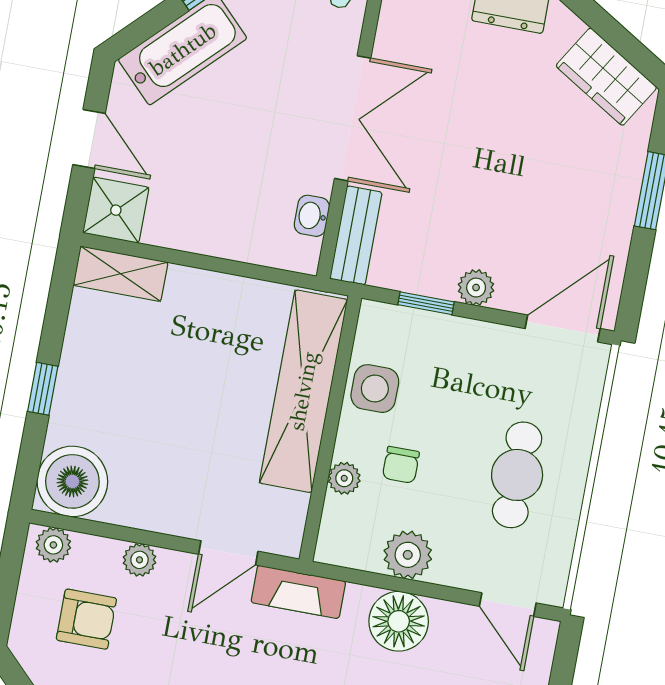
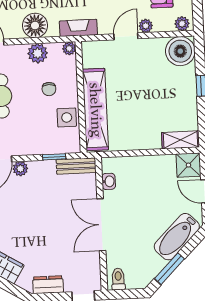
bench: (356, 235) -> (76, 166), moved, turned 90
plant: (476, 288) -> (20, 169), moved
chair: (401, 465) -> (49, 89), turned 180
plant: (344, 478) -> (69, 48), moved
door: (228, 553) -> (126, 36), moved

